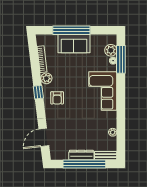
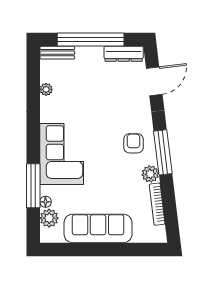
window: (71, 30) -> (111, 249), removed
sofa: (74, 44) -> (98, 228), width x1.36
window: (121, 59) -> (33, 186), moved
window: (38, 92) -> (163, 152), width x2.17
dresser: (81, 155) -> (124, 54), moved

